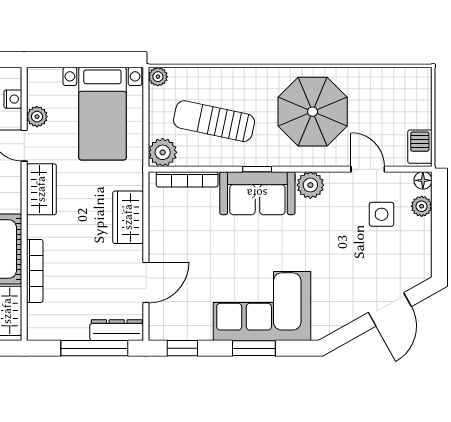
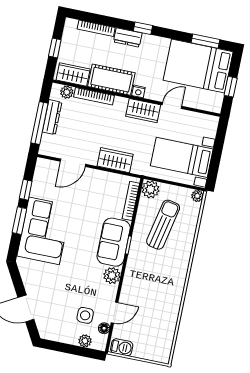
nightstand: (13, 99) -> (138, 91), moved
parasol: (313, 112) -> (157, 286), removed
plant: (37, 117) -> (67, 92), moved
floor lamp: (423, 180) -> (104, 328), moved
door: (146, 283) -> (73, 163), hinge flipped
dresser: (117, 330) -> (52, 117), moved
window: (182, 348) -> (26, 190), moved

